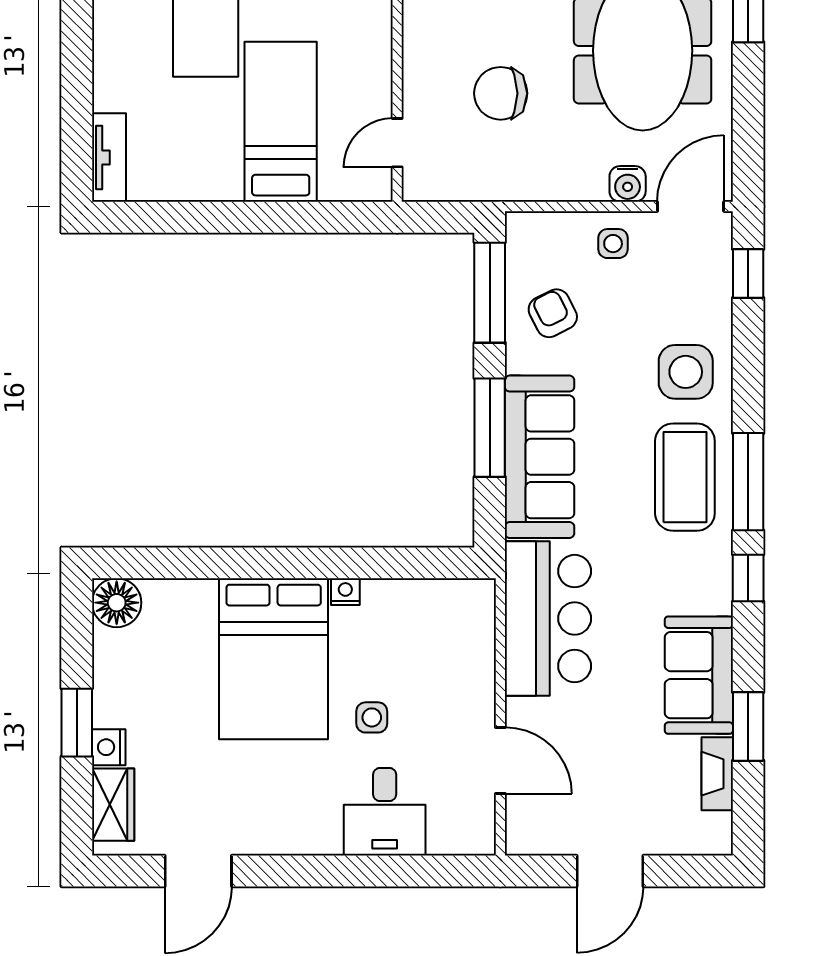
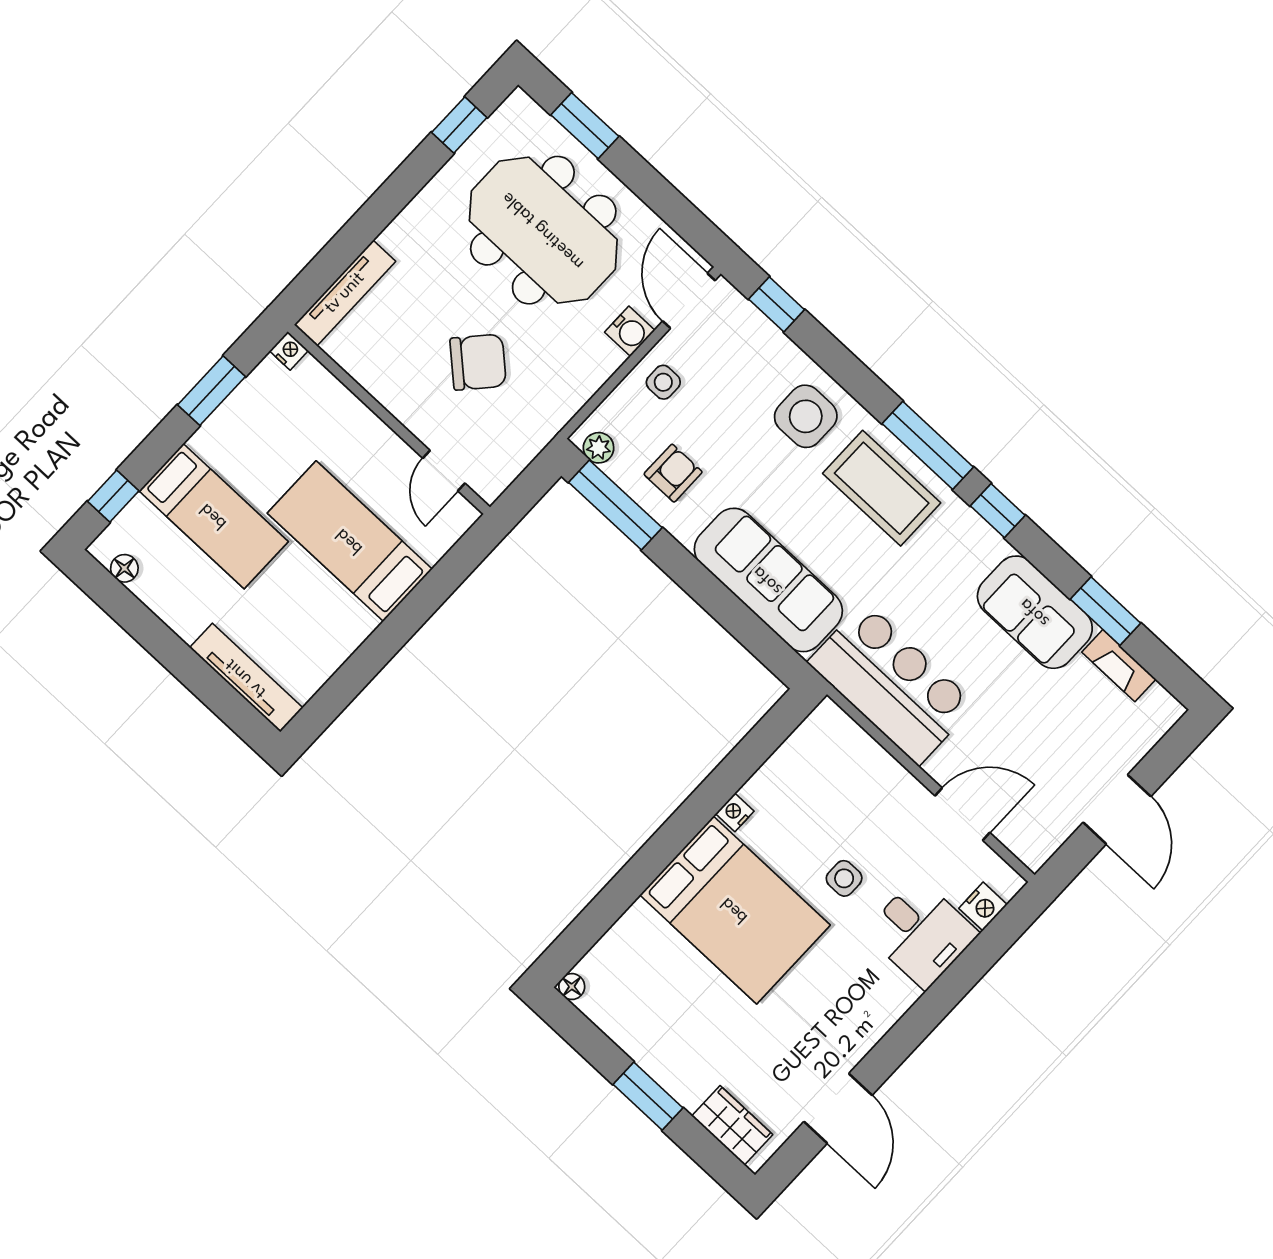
chair: (501, 93) -> (478, 362), turned -138
tv unit: (109, 158) -> (246, 678), width x1.41
plant: (520, 241) -> (599, 448), added
armchair: (553, 313) -> (673, 473), turned 117
window: (490, 428) -> (713, 596), removed
floor lamp: (117, 603) -> (572, 987), width x0.53, depth x0.53
nightstand: (109, 747) -> (983, 906), moved, turned -90

